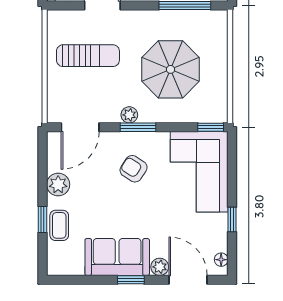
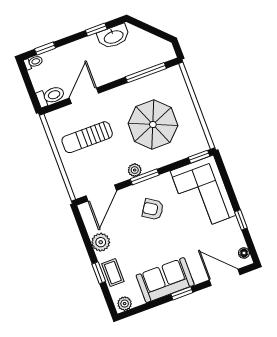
sun lounger: (88, 56) -> (87, 137), turned 180
plant: (160, 267) -> (125, 304), moved

